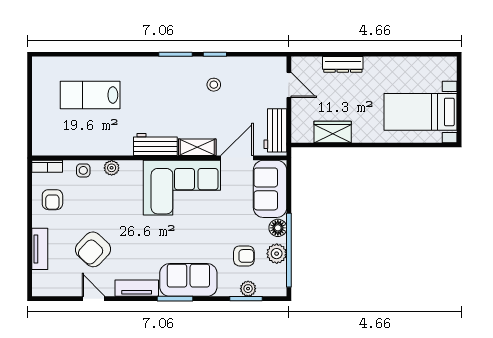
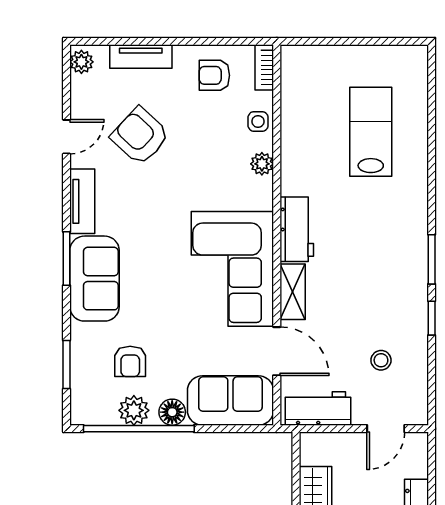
stool: (214, 85) -> (381, 360), moved
plant: (248, 289) -> (81, 62), moved

